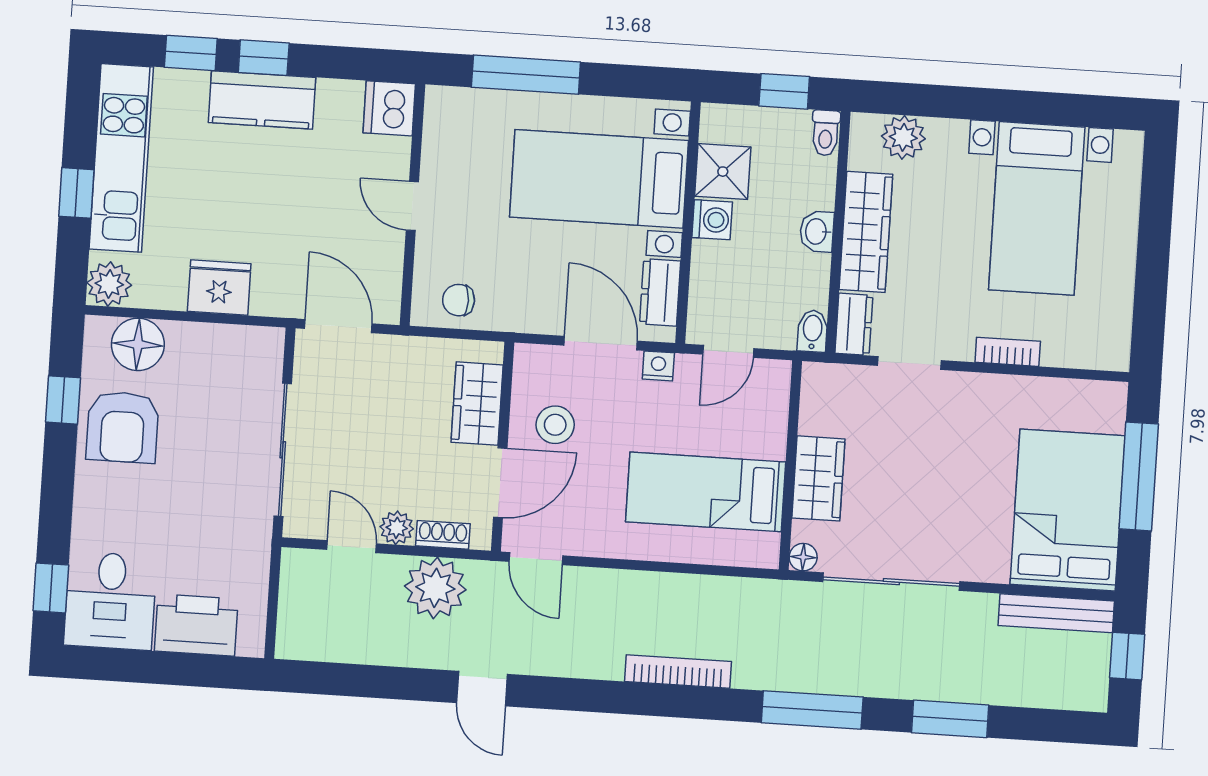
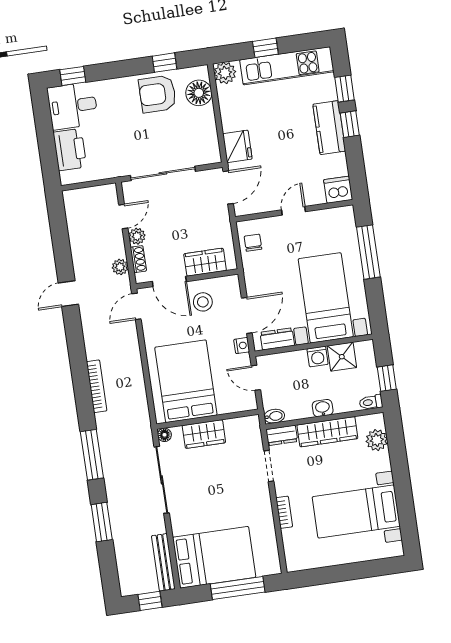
fridge: (219, 288) -> (237, 146), moved
bed: (706, 492) -> (186, 381), width x1.50
plant: (435, 588) -> (120, 267), width x0.53, depth x0.53

